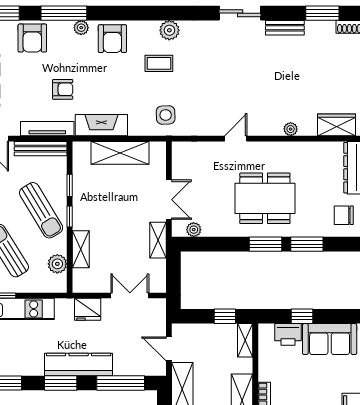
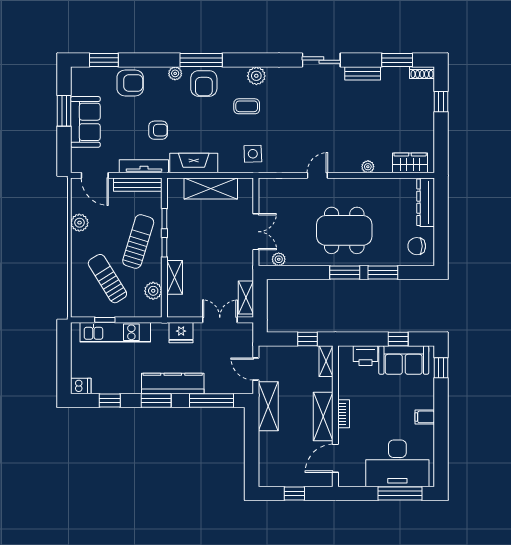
window: (64, 13) -> (201, 60), moved
armchair: (32, 38) -> (130, 83), turned -90
sun lounger: (41, 210) -> (138, 241), turned -132
shelving: (158, 240) -> (246, 297), moved
window: (302, 316) -> (398, 339), moved

